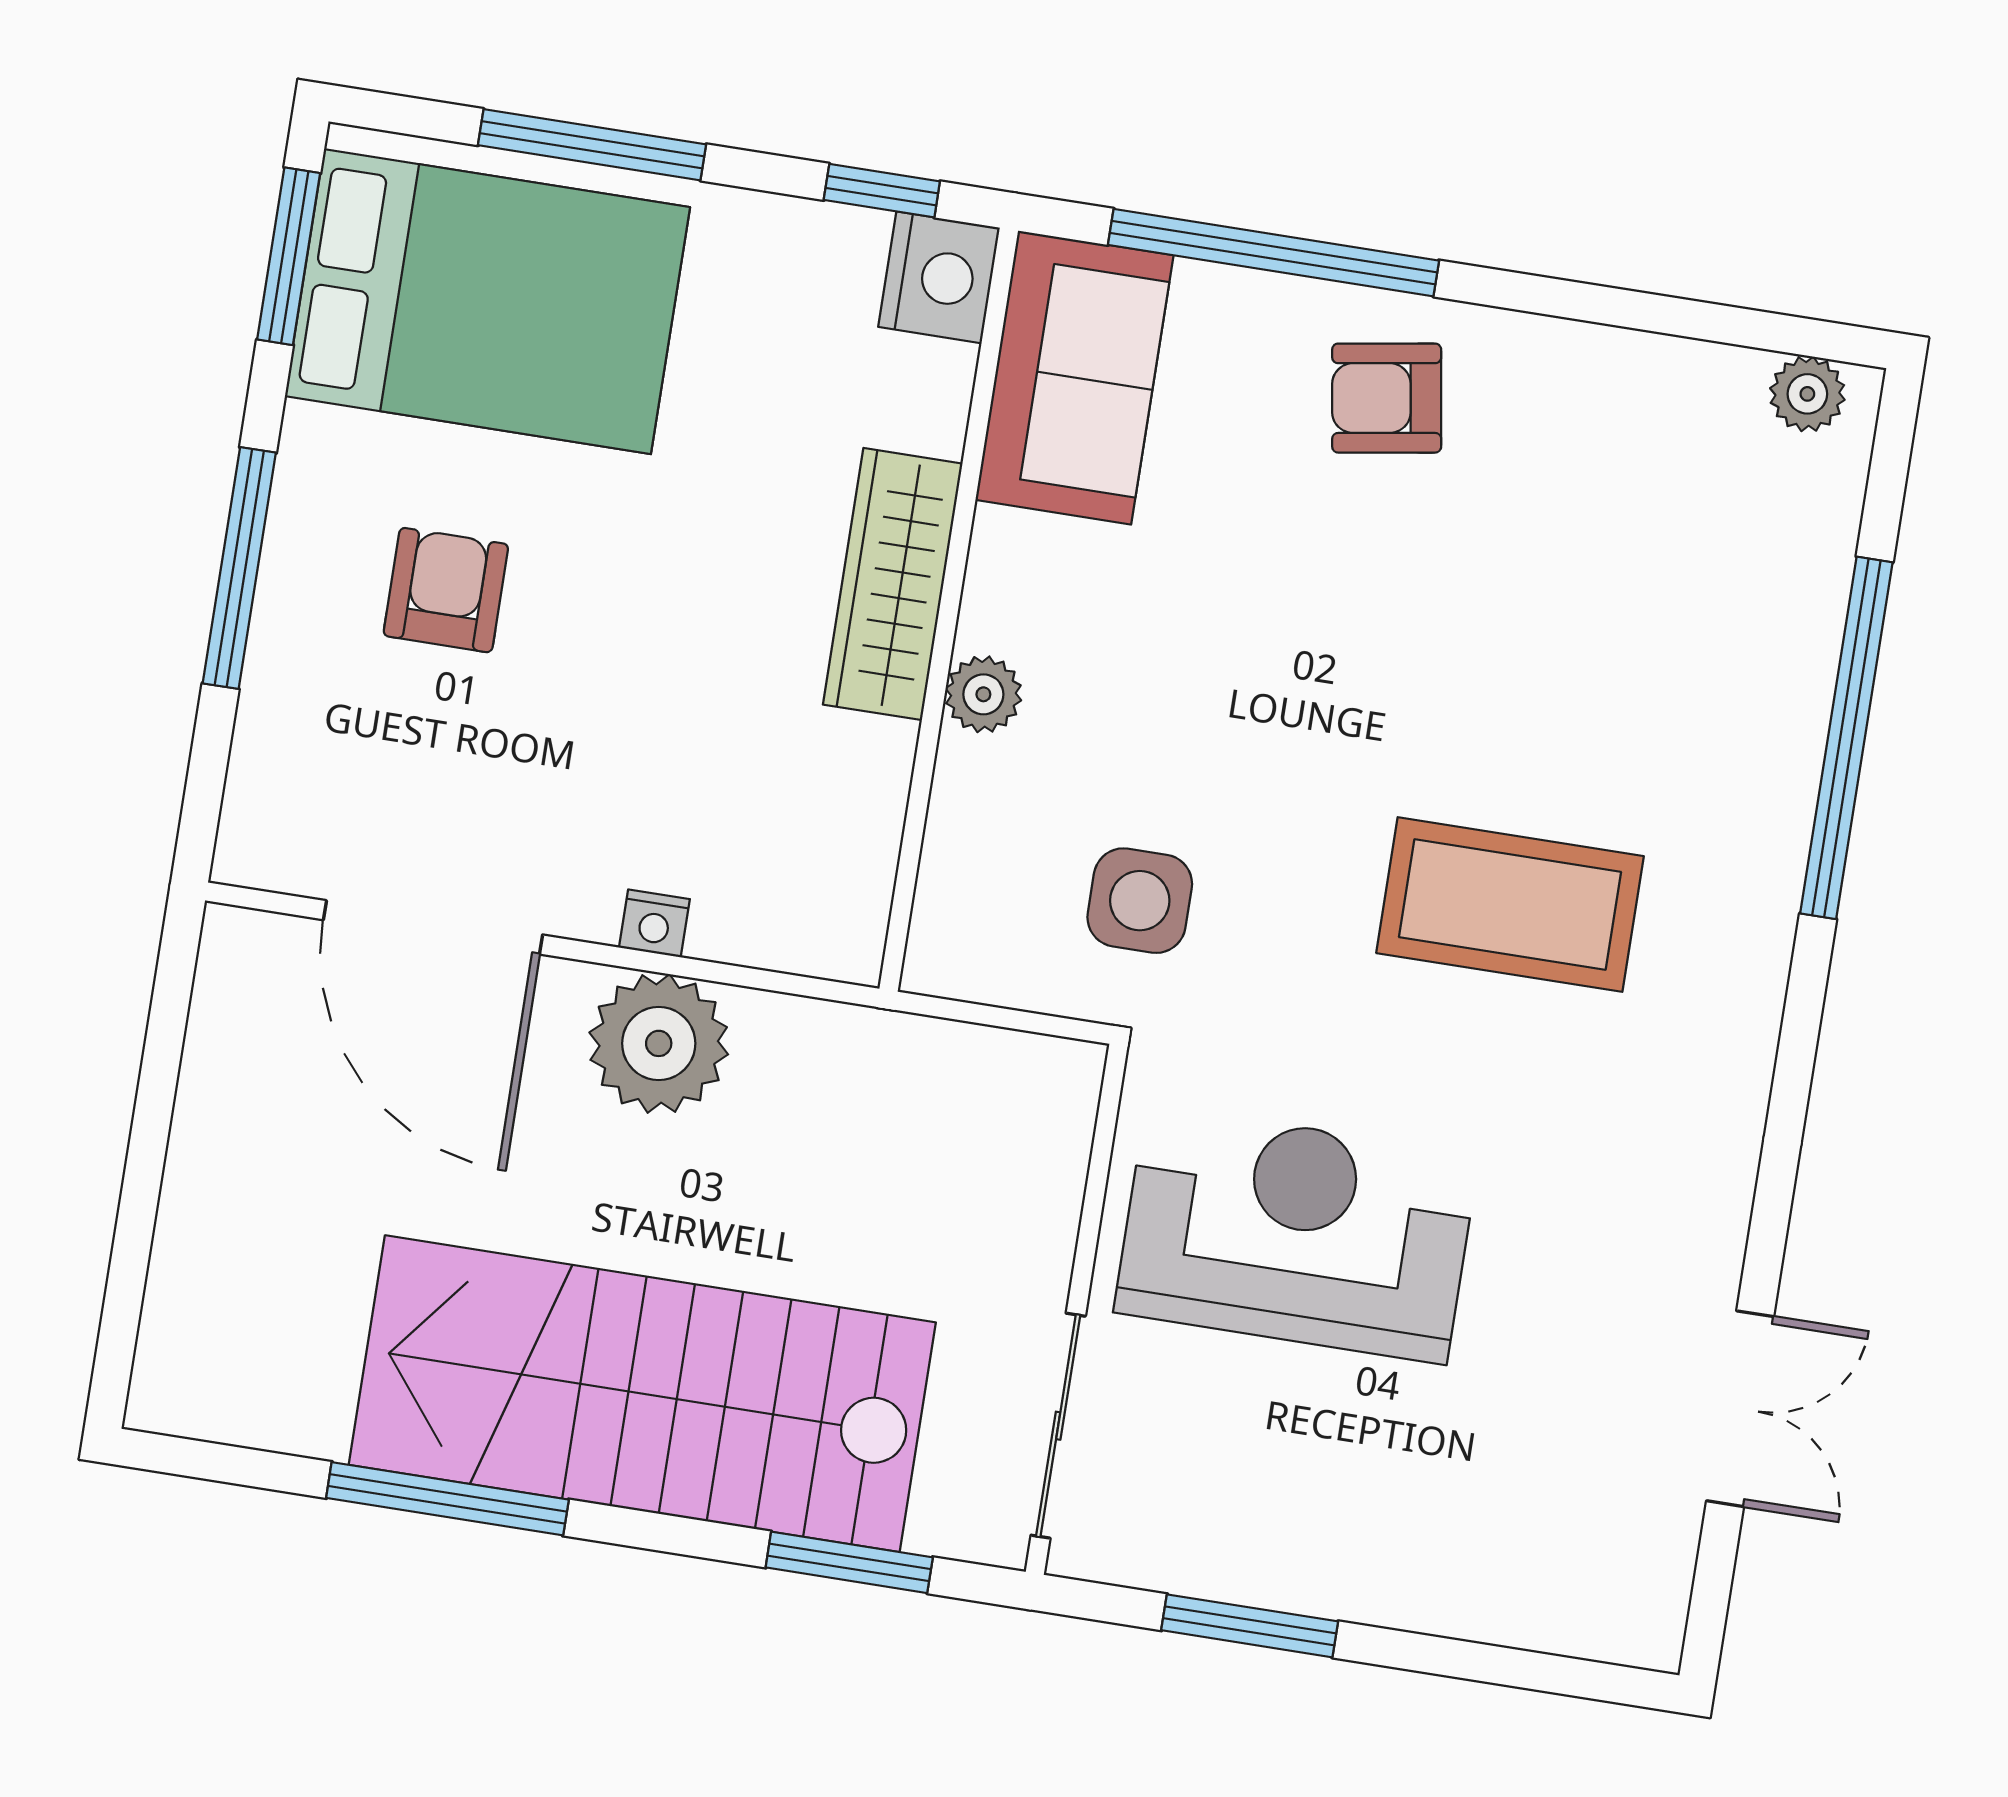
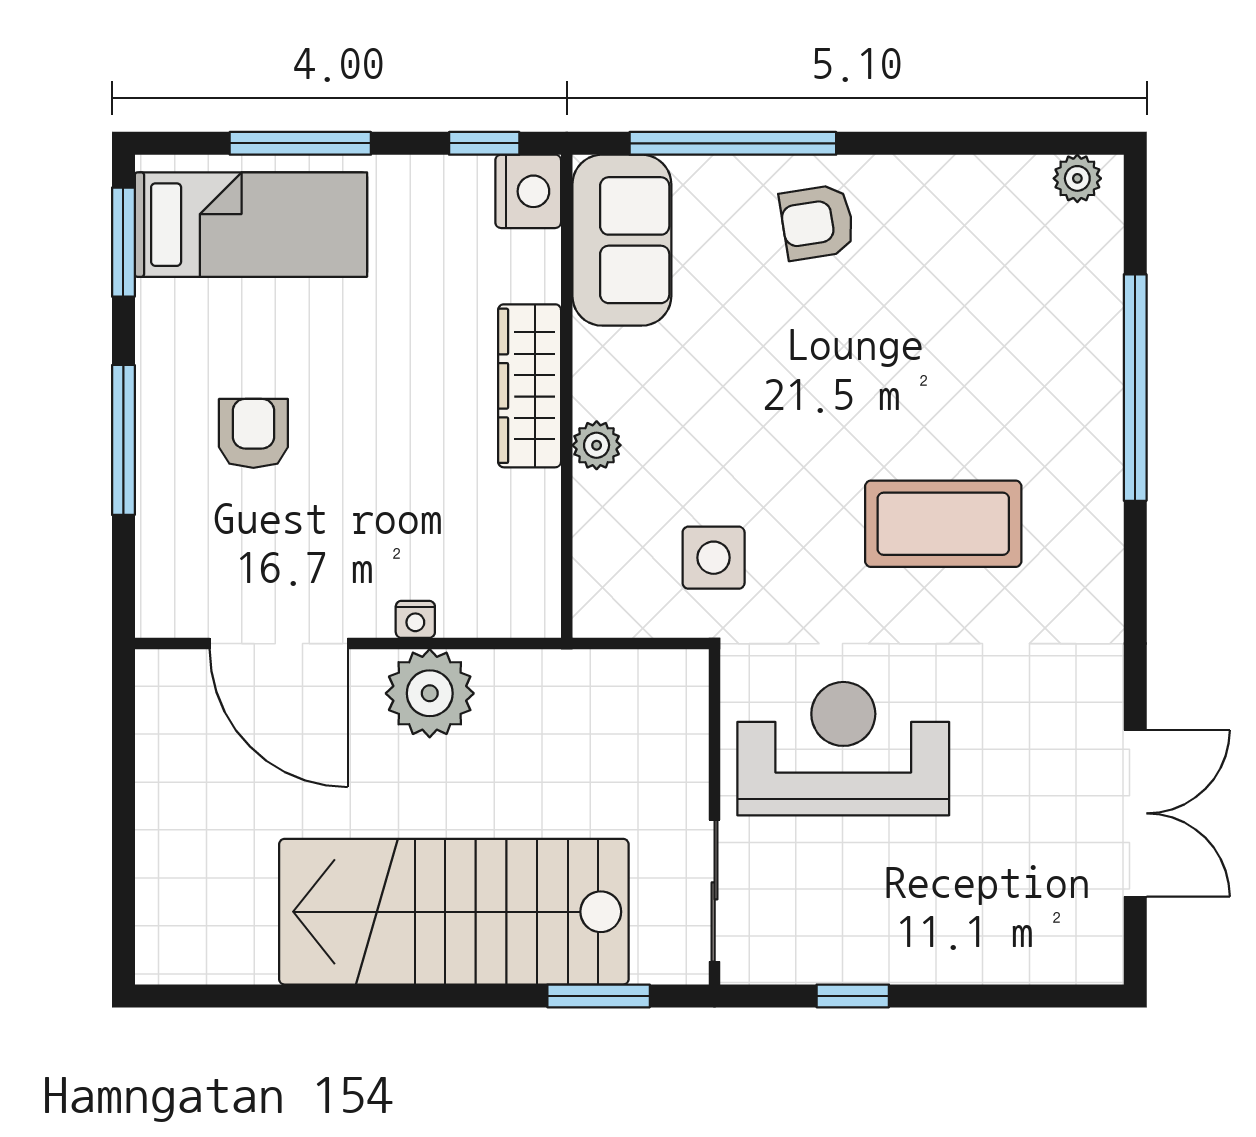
bed: (487, 302) -> (251, 225), width x0.67
double door: (1740, 1409) -> (1135, 813), width x1.37
window: (447, 1499) -> (344, 996), removed
window: (1250, 1626) -> (853, 996), width x0.67

